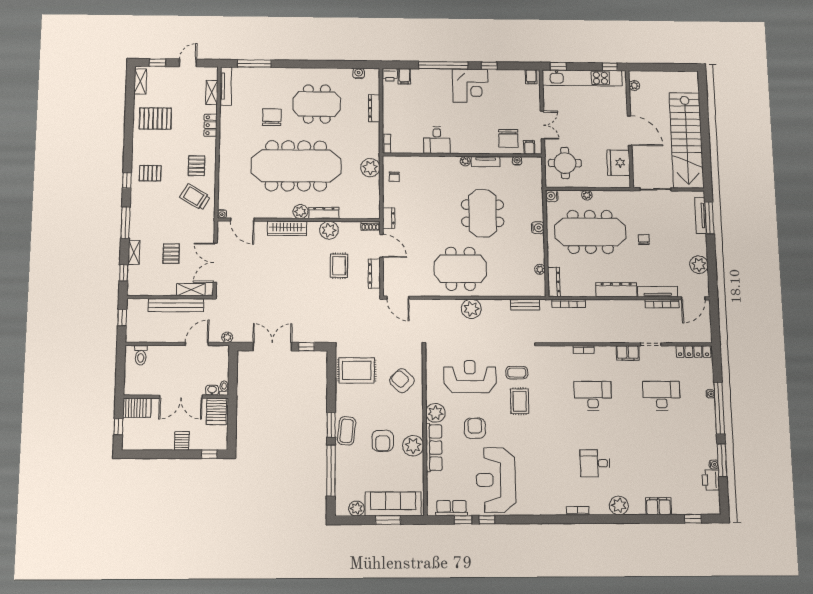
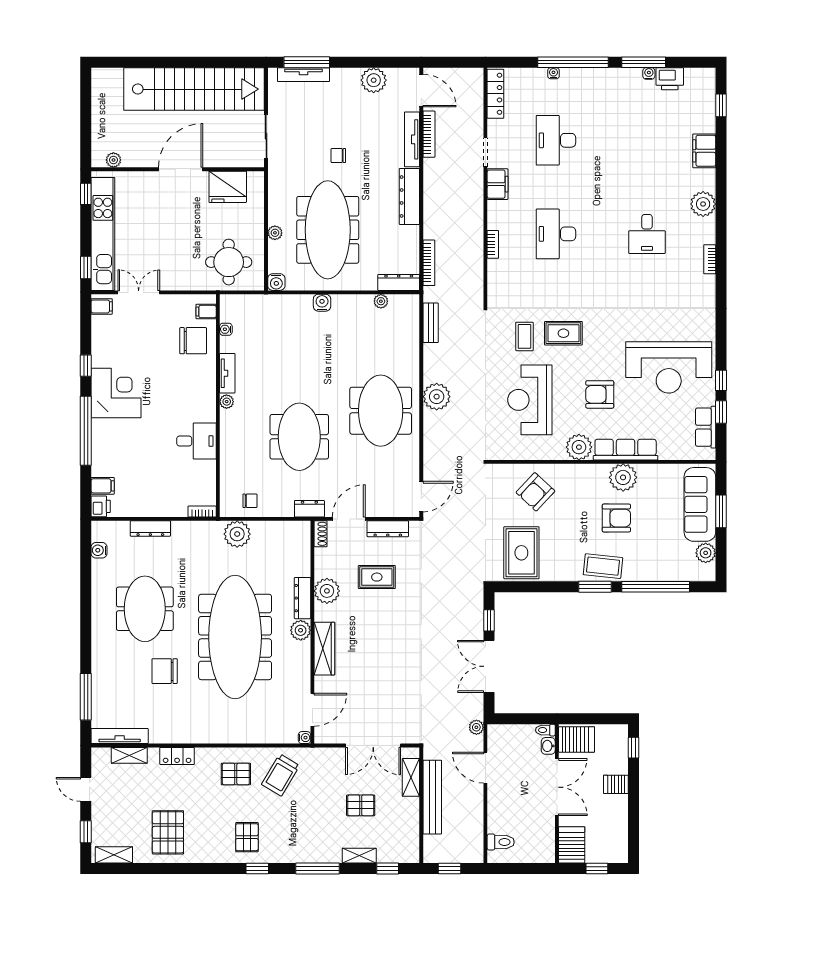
double door: (542, 125) -> (139, 292), moved
meeting table: (483, 213) -> (299, 437), moved, turned 90

